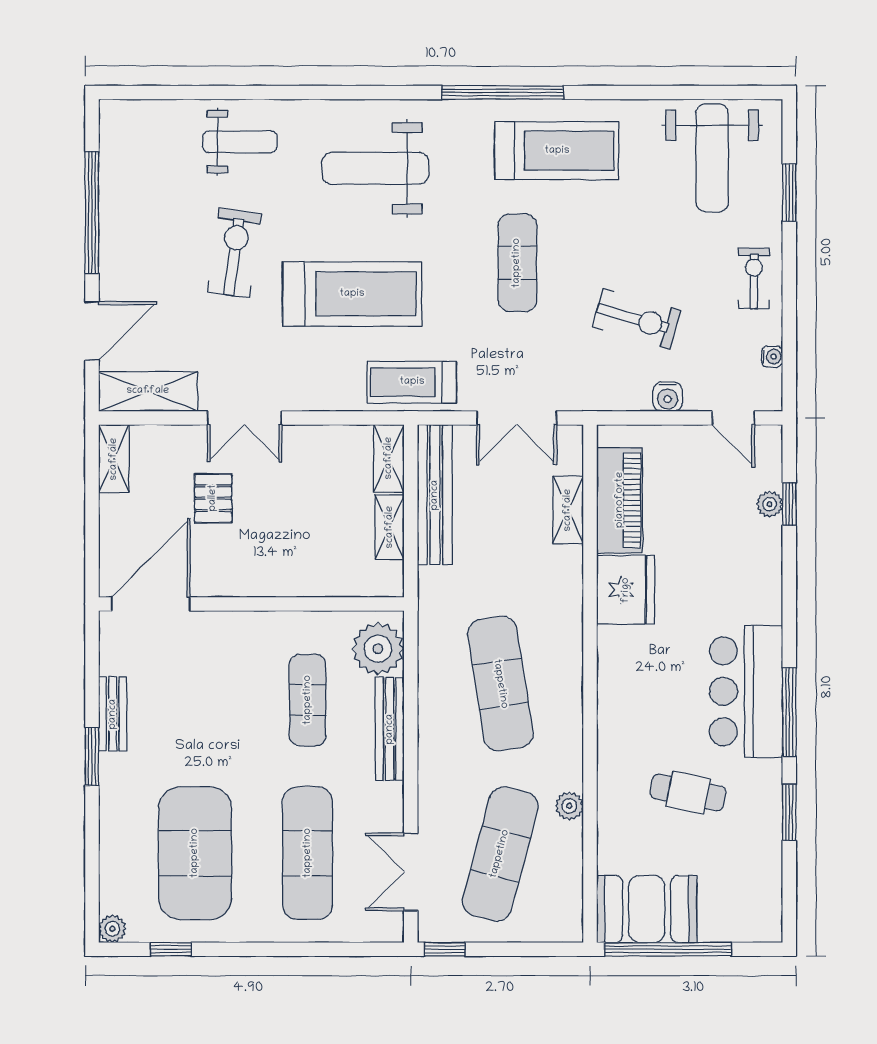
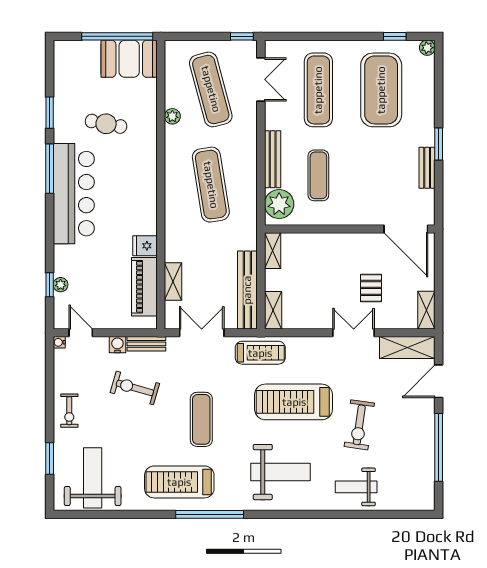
water cooler: (772, 357) -> (59, 342), moved
bench: (616, 398) -> (146, 344), added
shelving: (390, 527) -> (273, 251), moved
fridge: (626, 590) -> (145, 246), width x0.53, depth x0.75
door: (151, 604) -> (406, 229), hinge flipped
bar counter: (746, 691) -> (74, 194), width x1.36
exercise mat: (500, 854) -> (211, 89), turned -30

